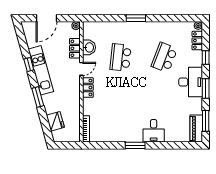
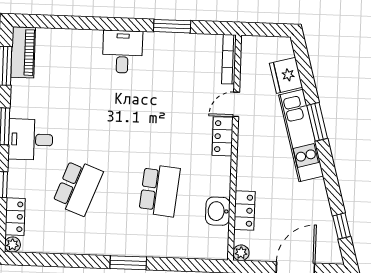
window: (29, 65) -> (342, 226), moved
door: (81, 69) -> (236, 104), moved
kitchen unit: (41, 70) -> (301, 135), moved
desk: (191, 82) -> (30, 140), width x0.73
desk: (154, 131) -> (122, 52), moved
window: (135, 145) -> (172, 26), moved

